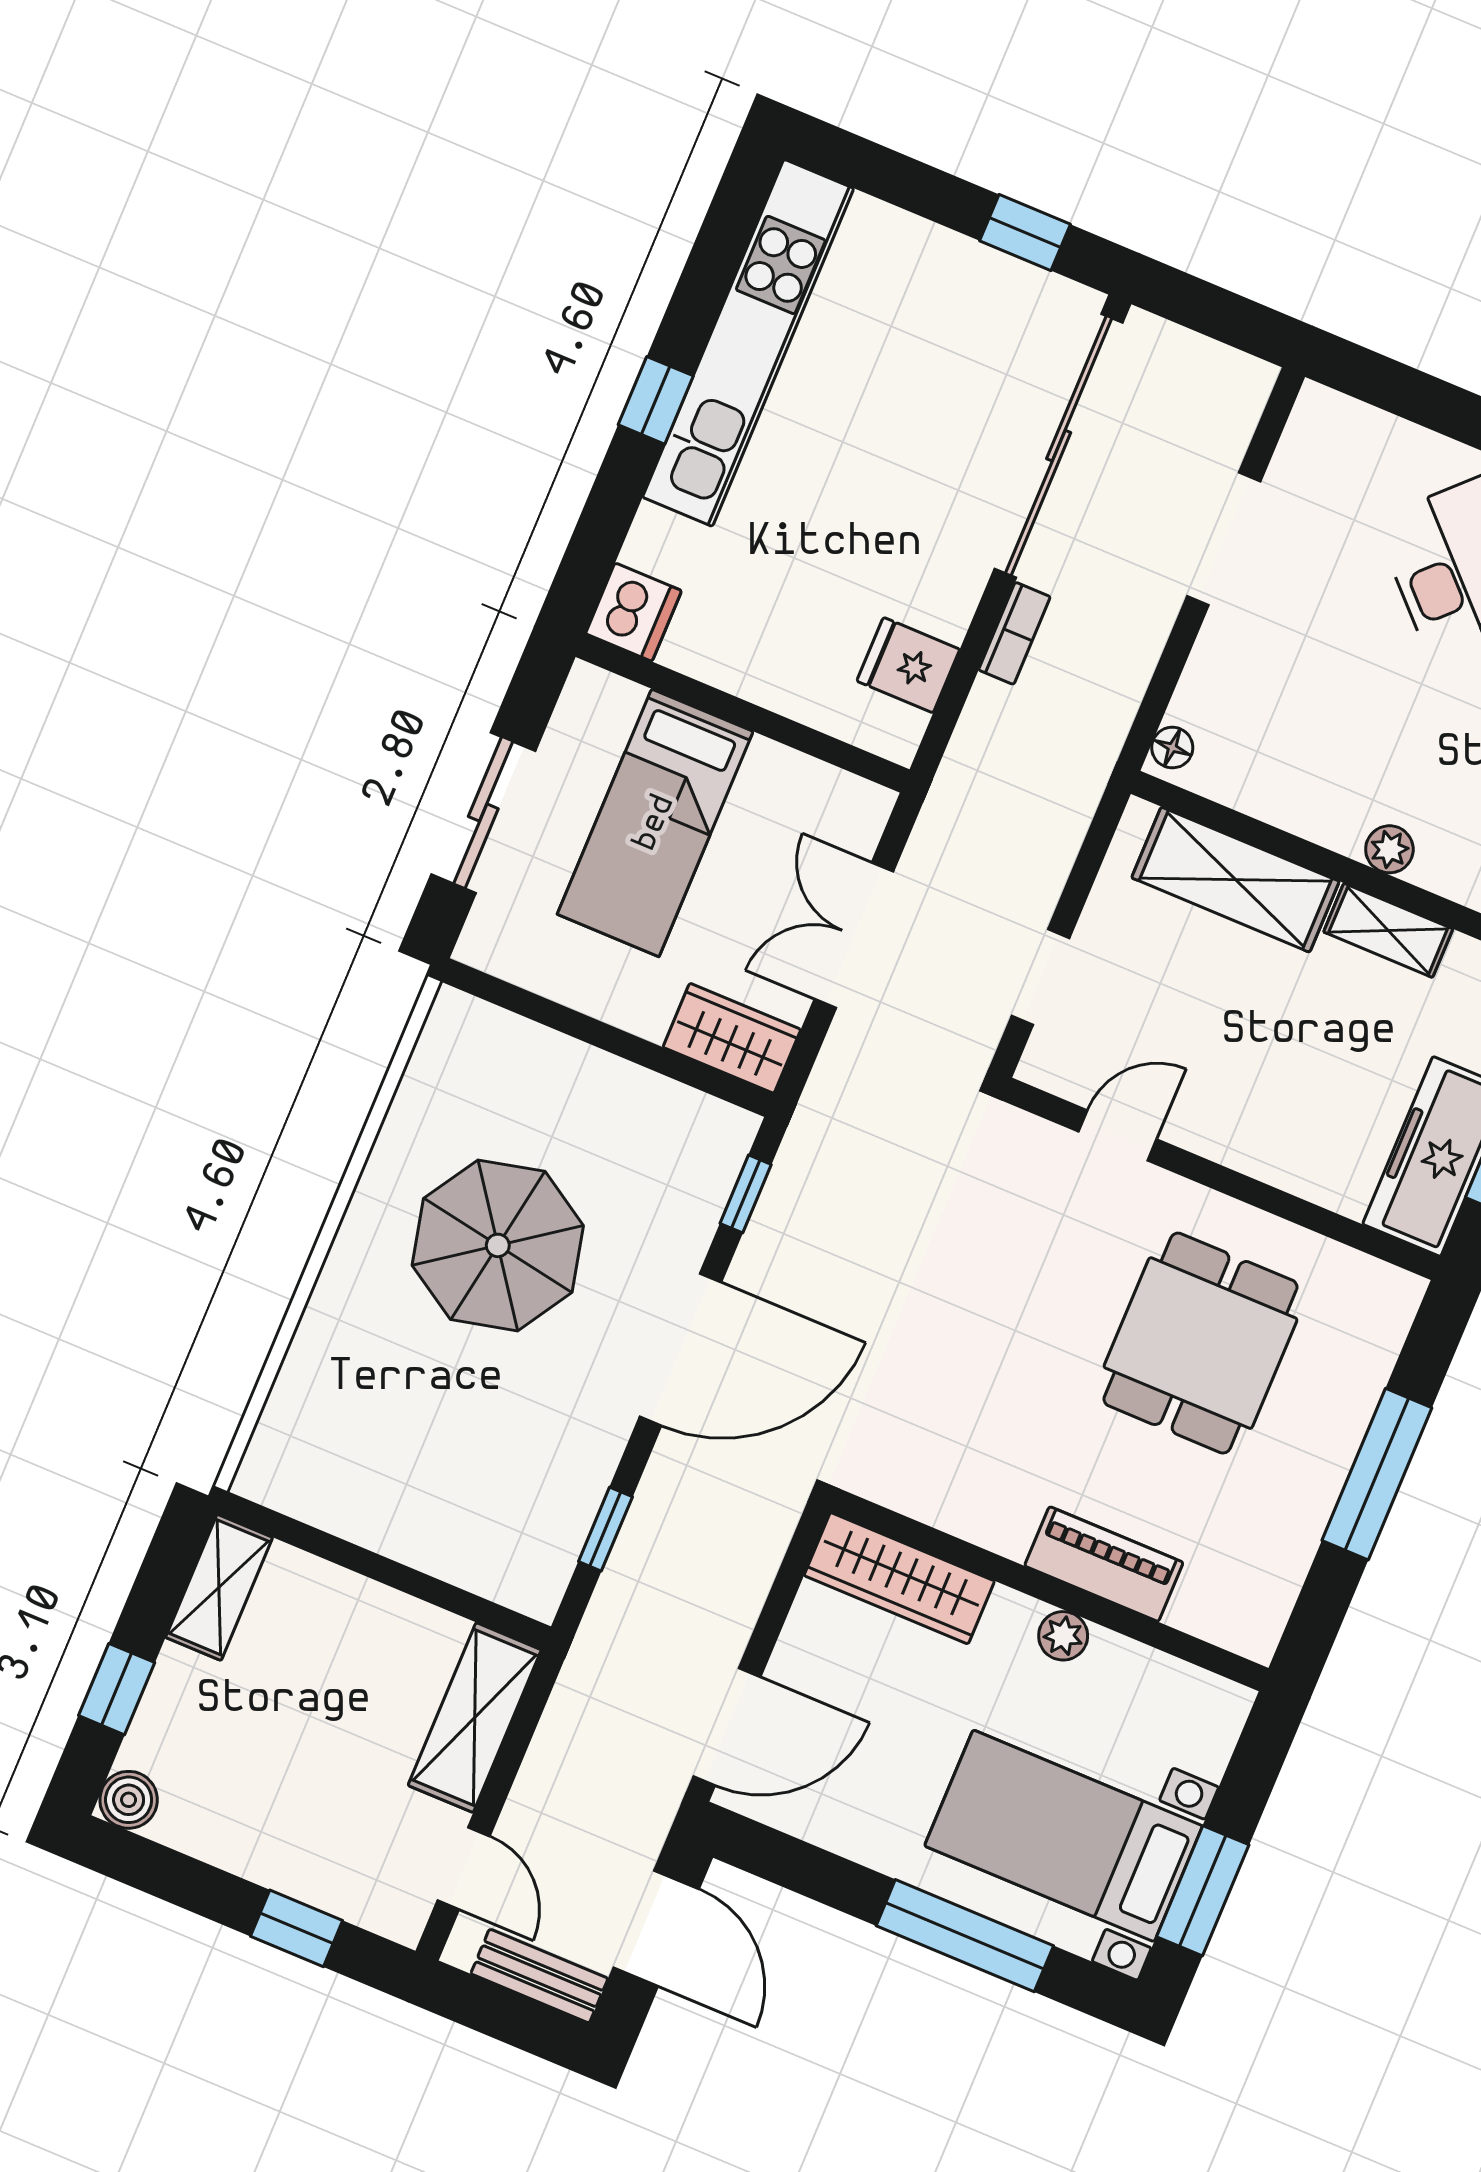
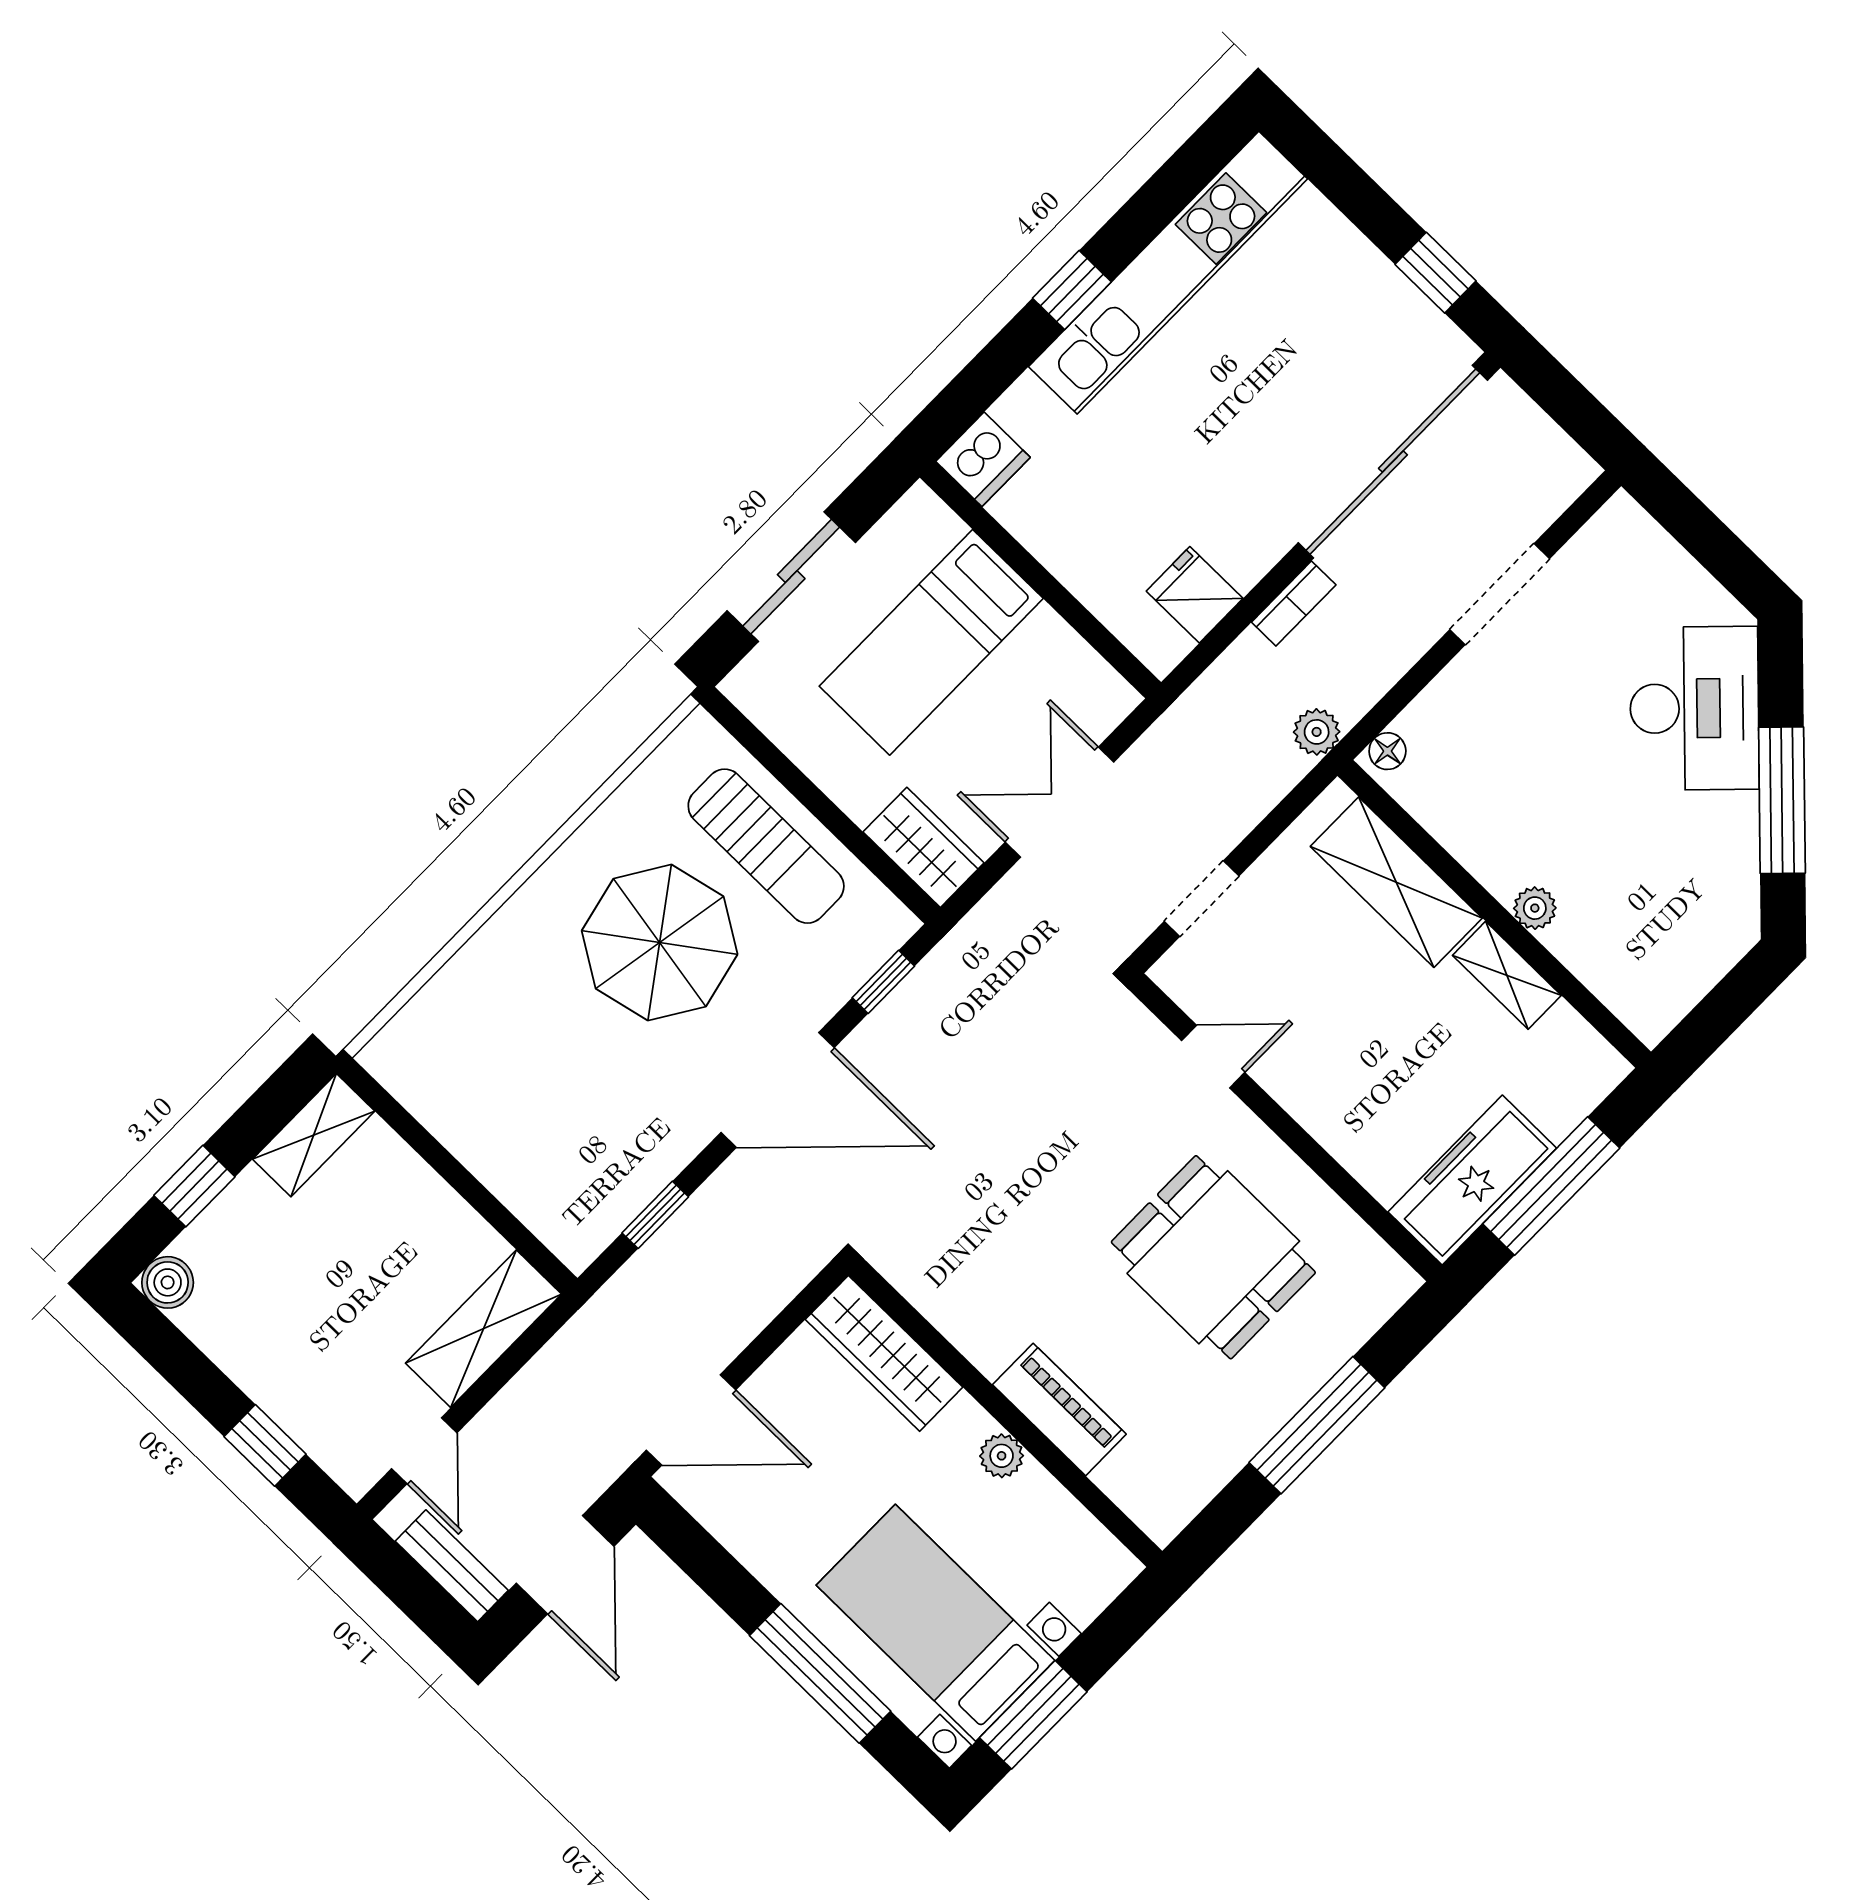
plant: (1091, 757) -> (1317, 732), added
sun lounger: (568, 1102) -> (766, 846), added
dining table: (1201, 1343) -> (1213, 1257), turned 90

